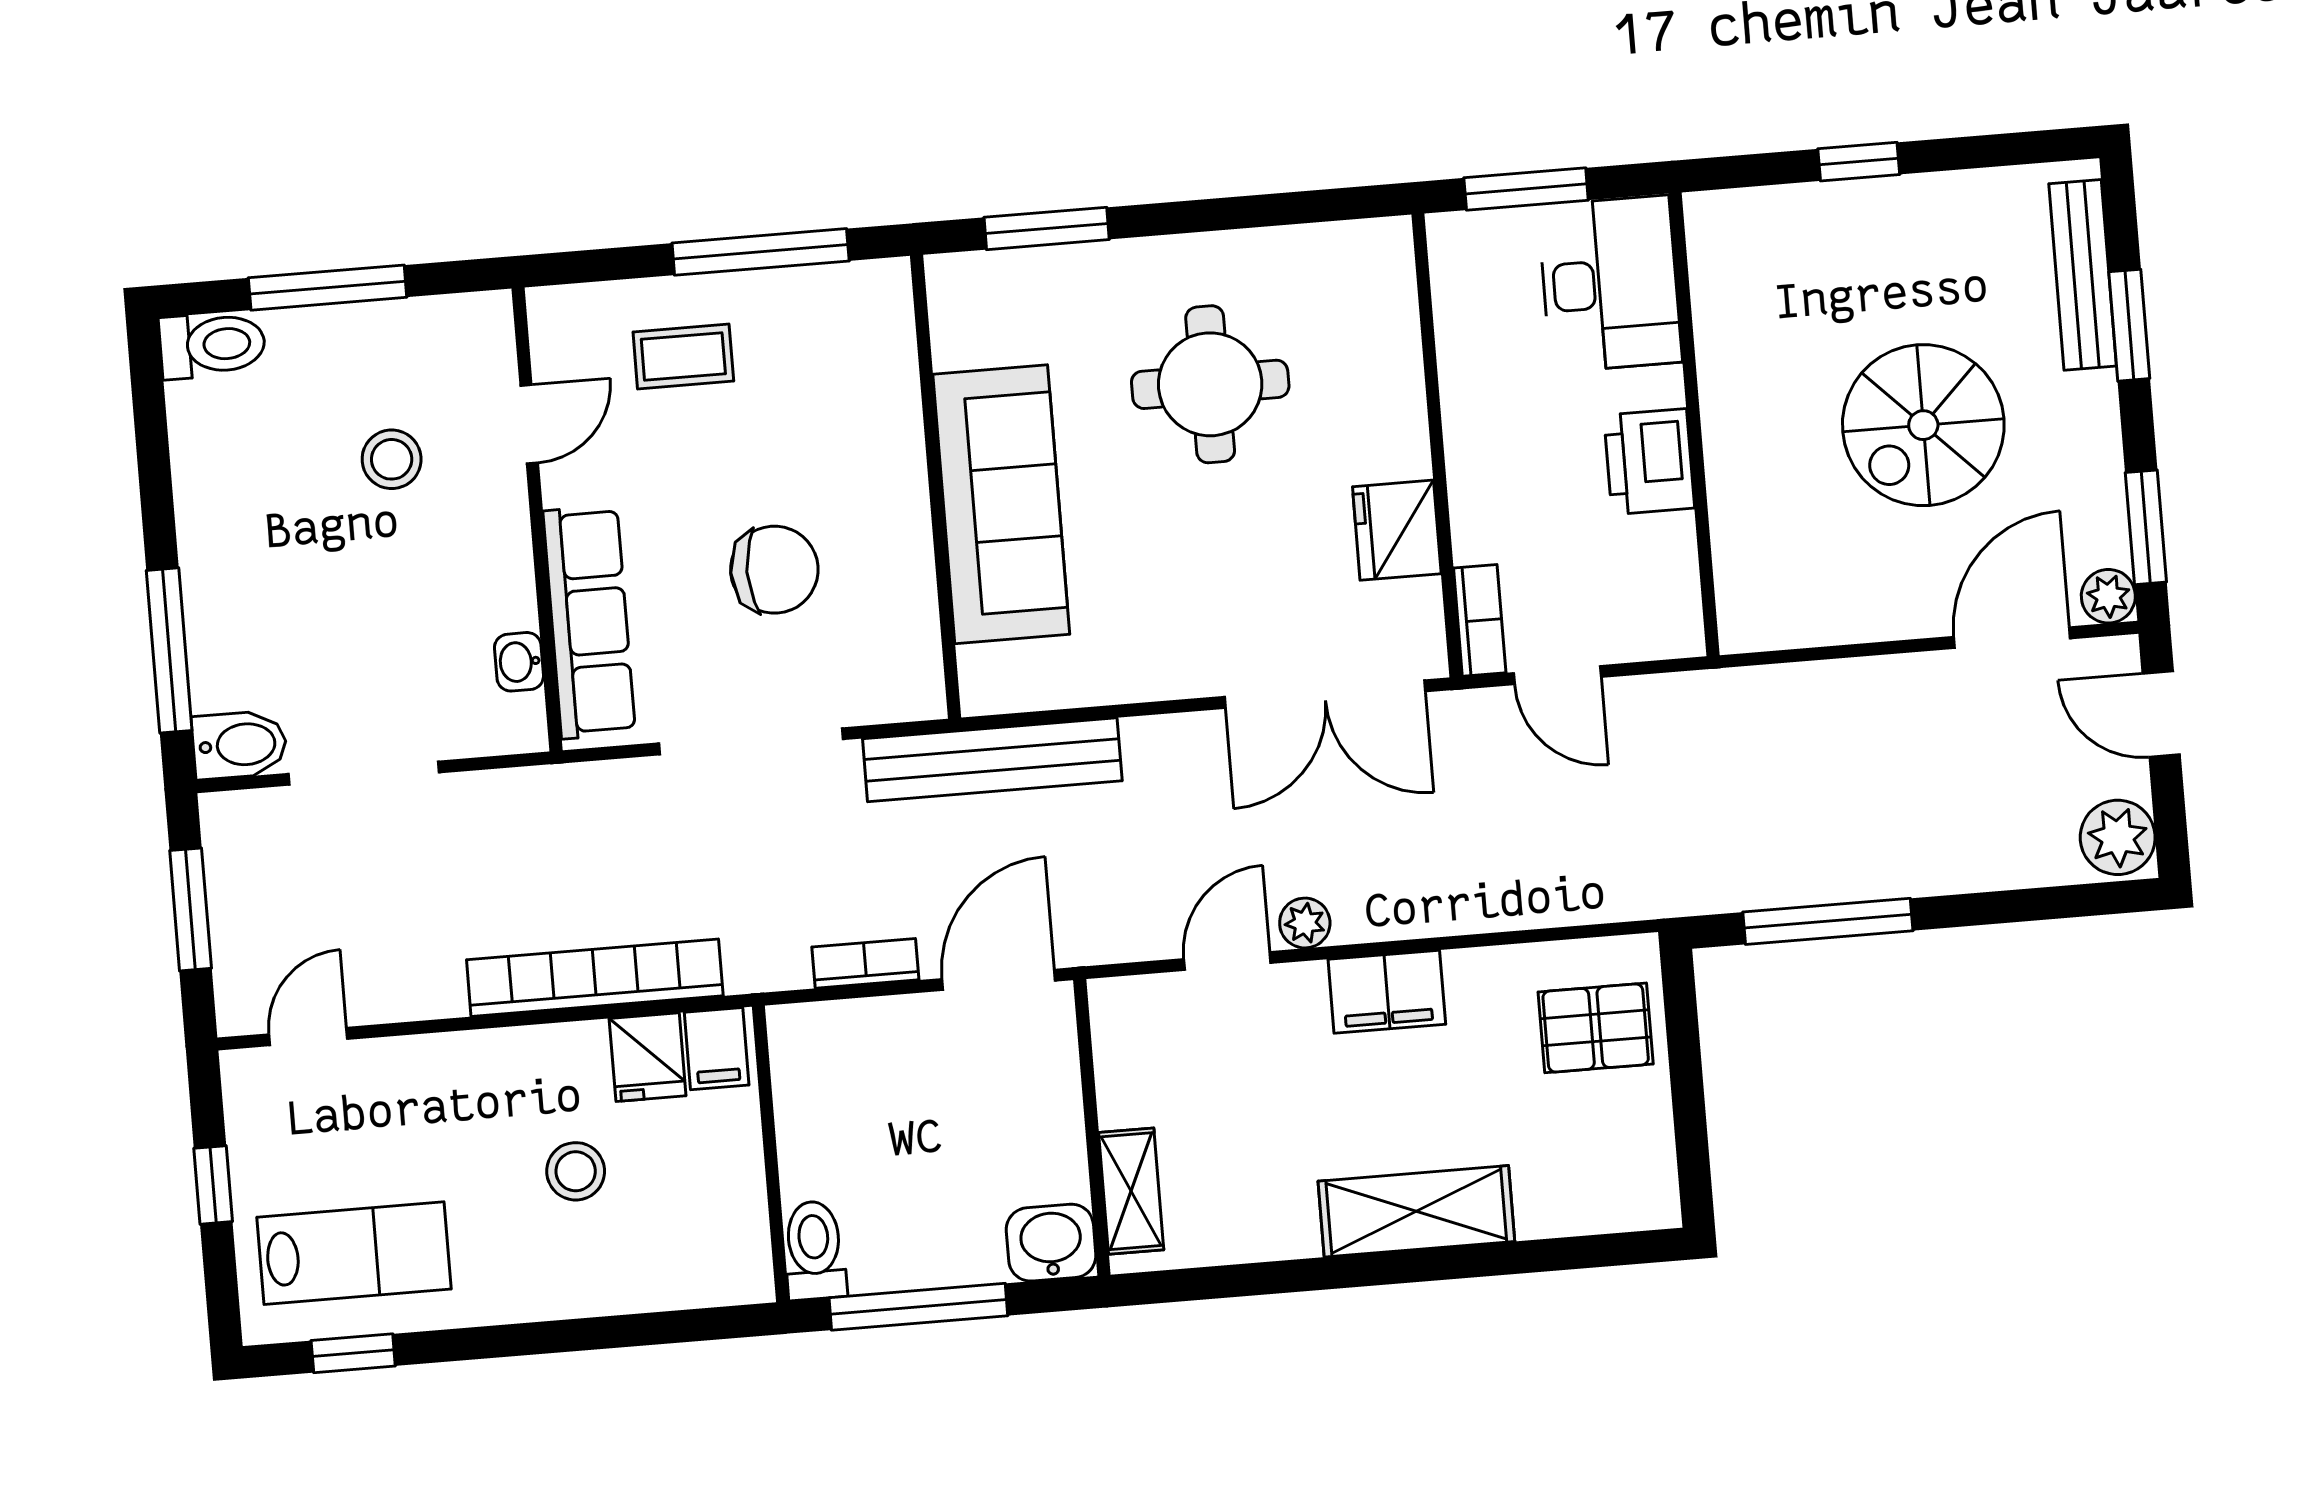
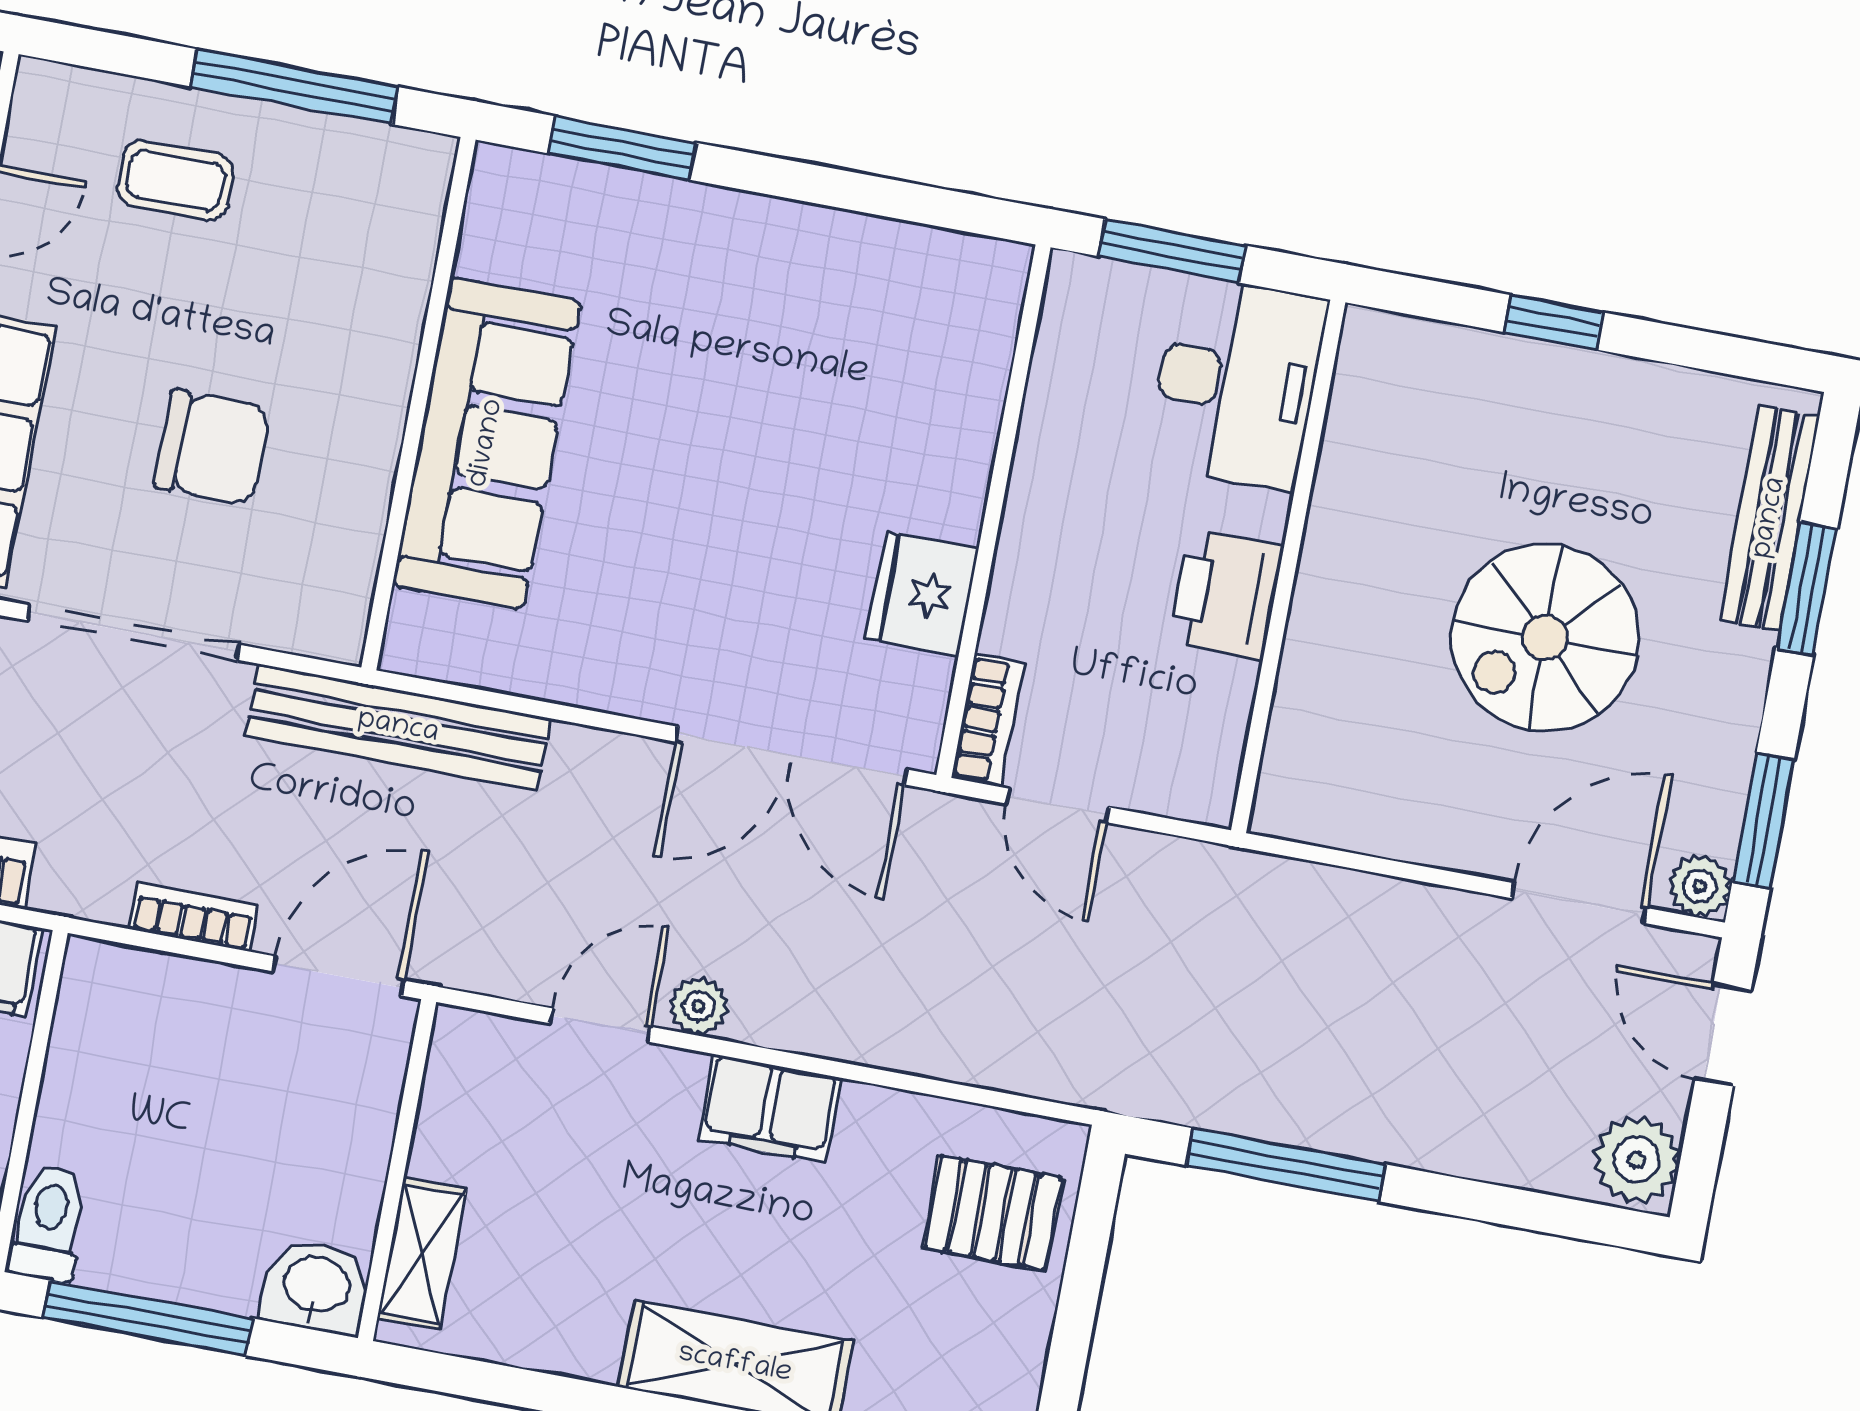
round table: (1210, 384) -> (758, 373), removed

